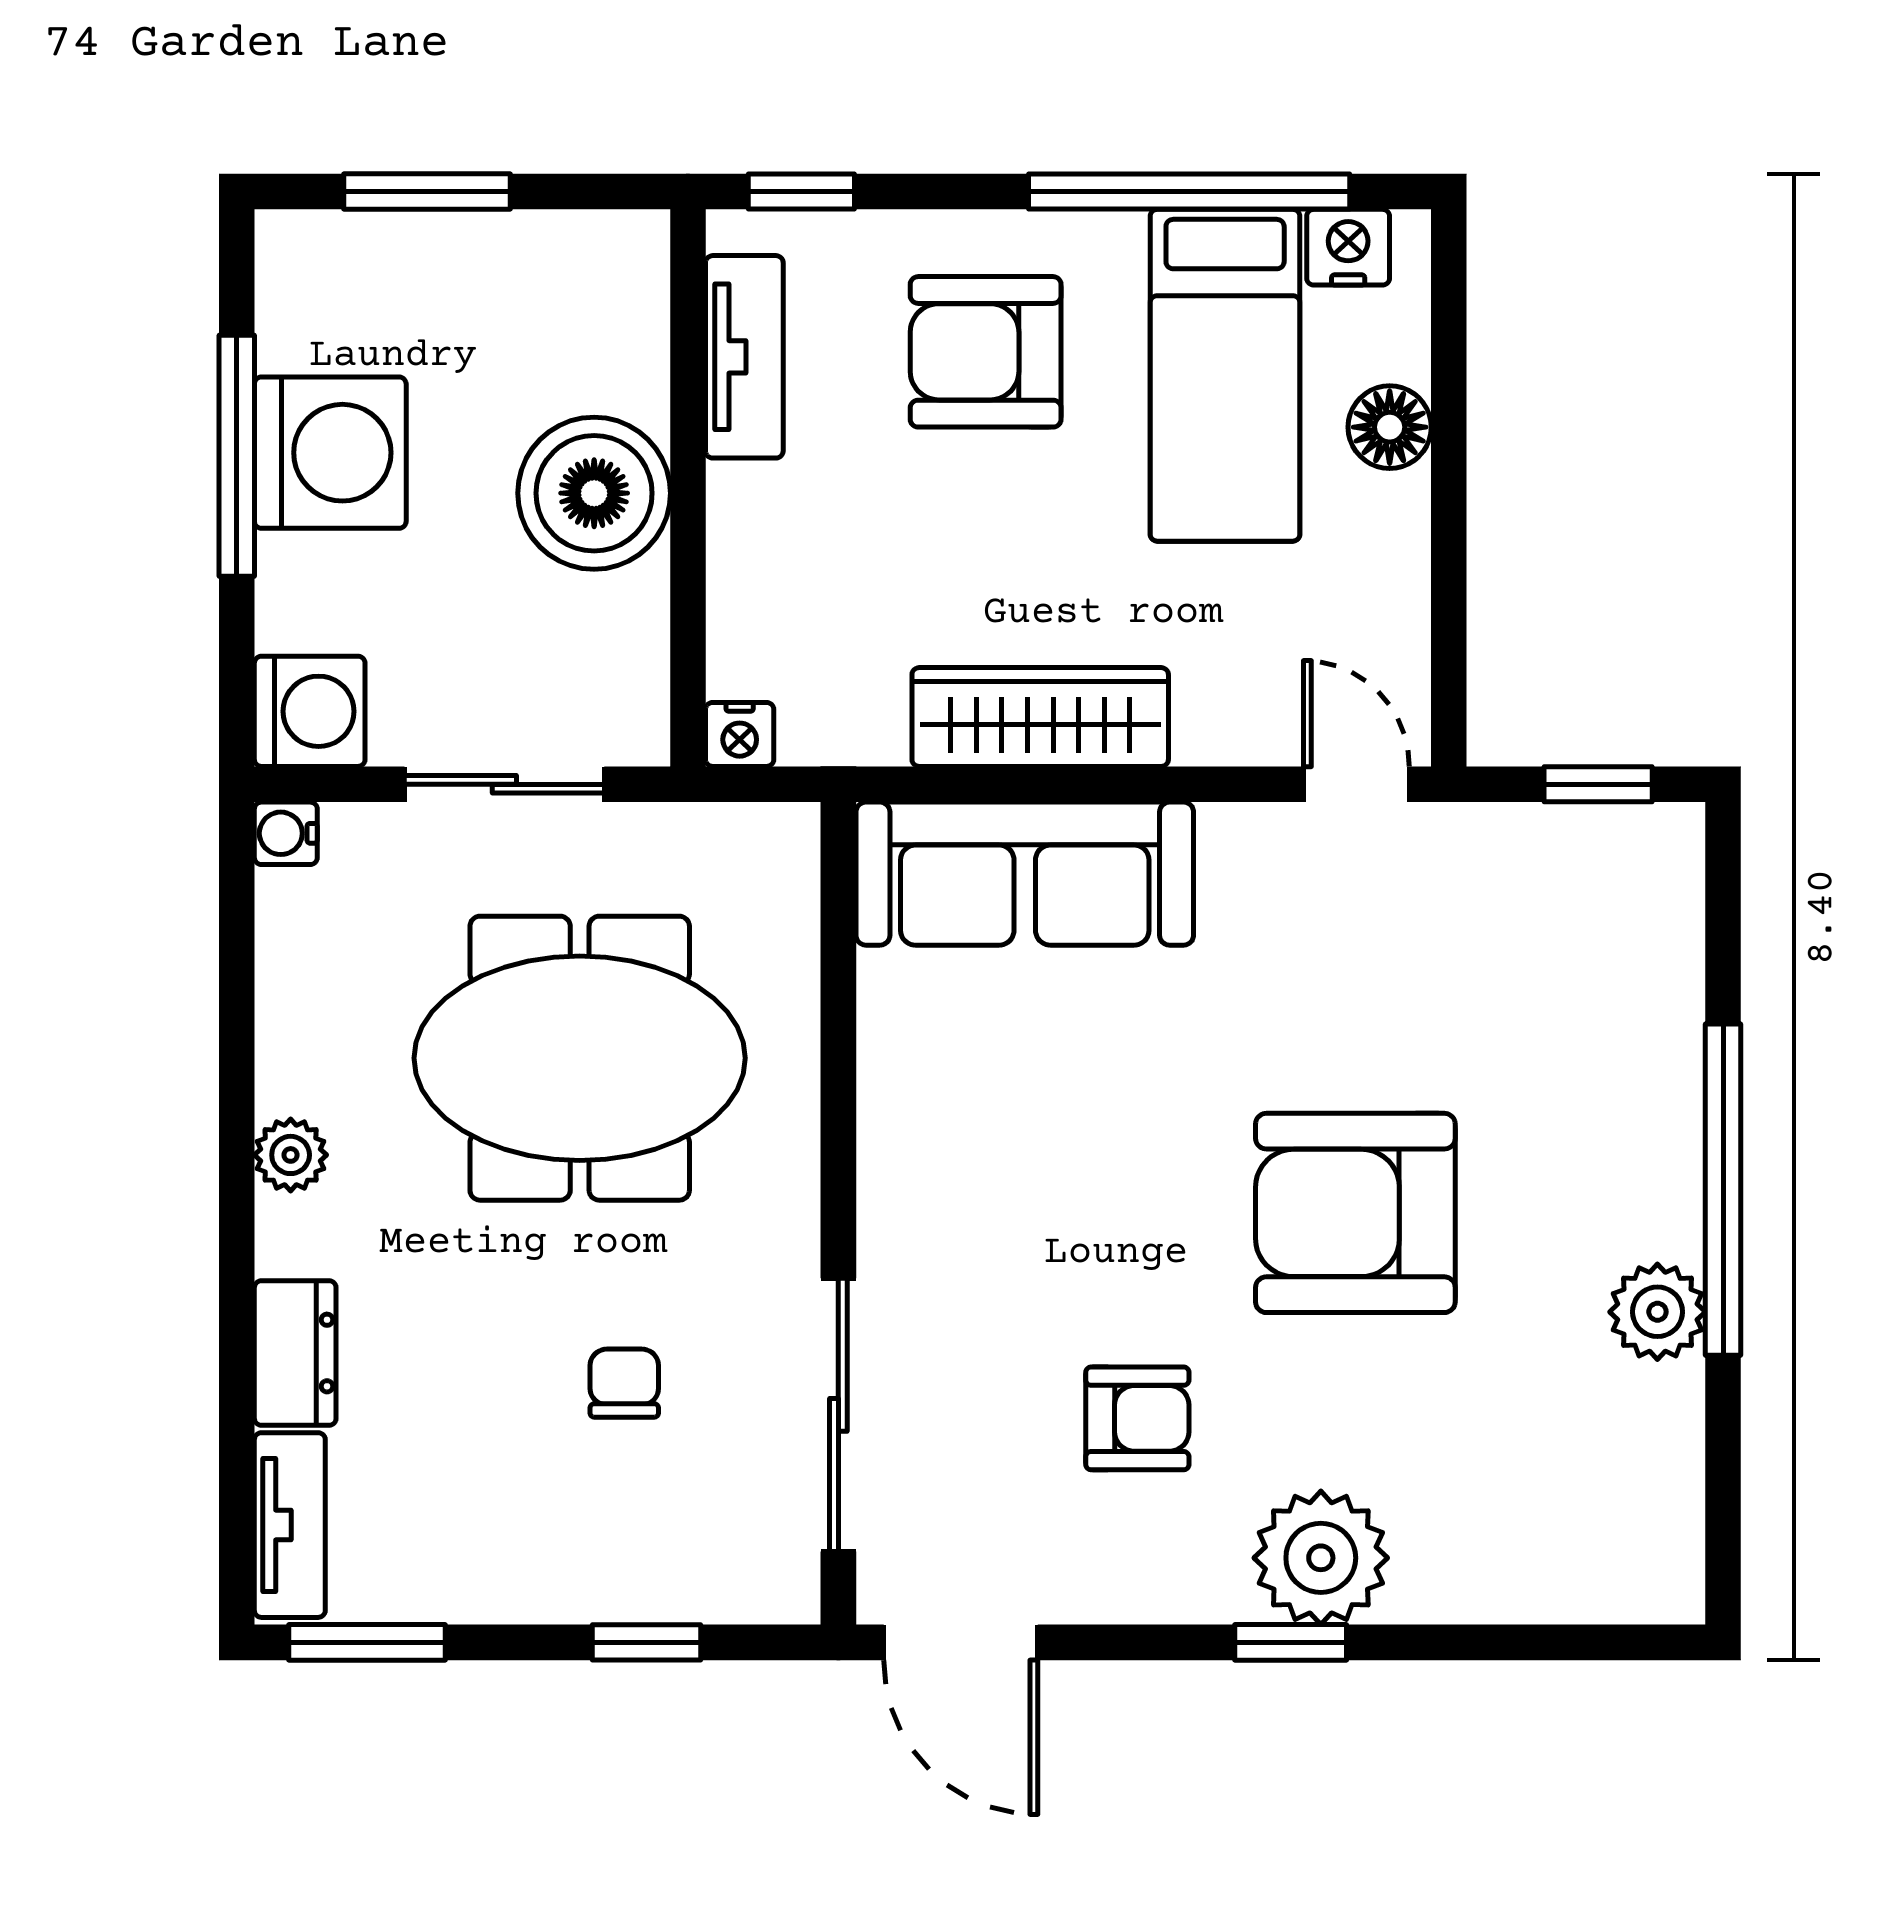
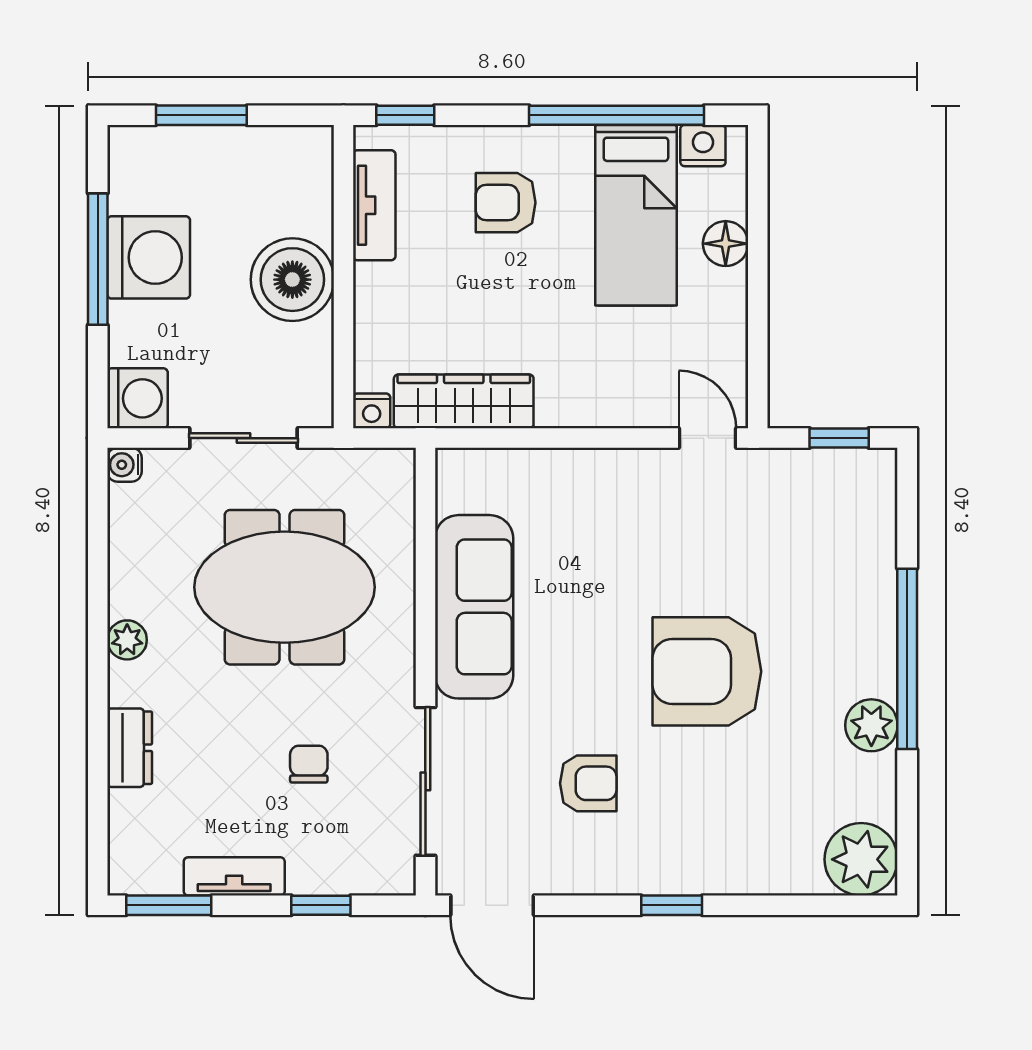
armchair: (986, 352) -> (506, 203), width x0.72, depth x0.72
wardrobe: (1040, 717) -> (464, 401), moved
sofa: (1025, 874) -> (474, 607), moved, turned -90
tv unit: (290, 1525) -> (234, 876), moved, turned -90
plant: (1321, 1558) -> (861, 859), moved

